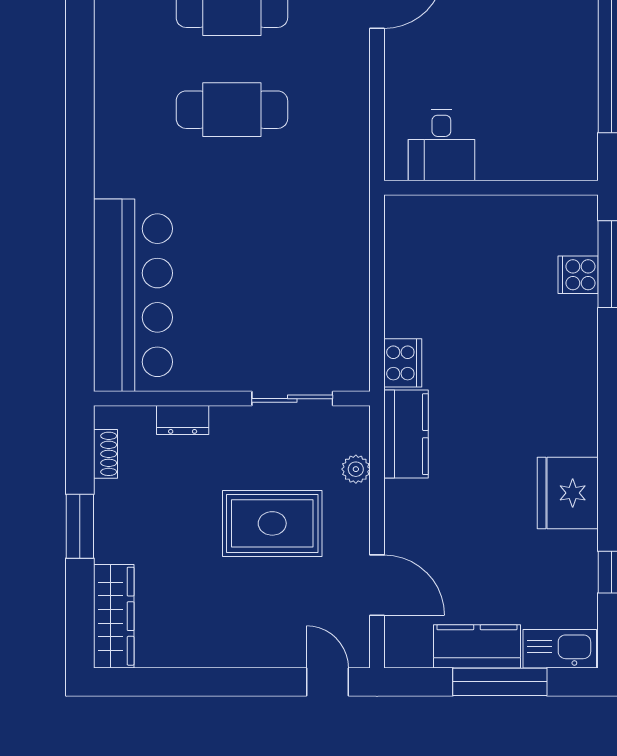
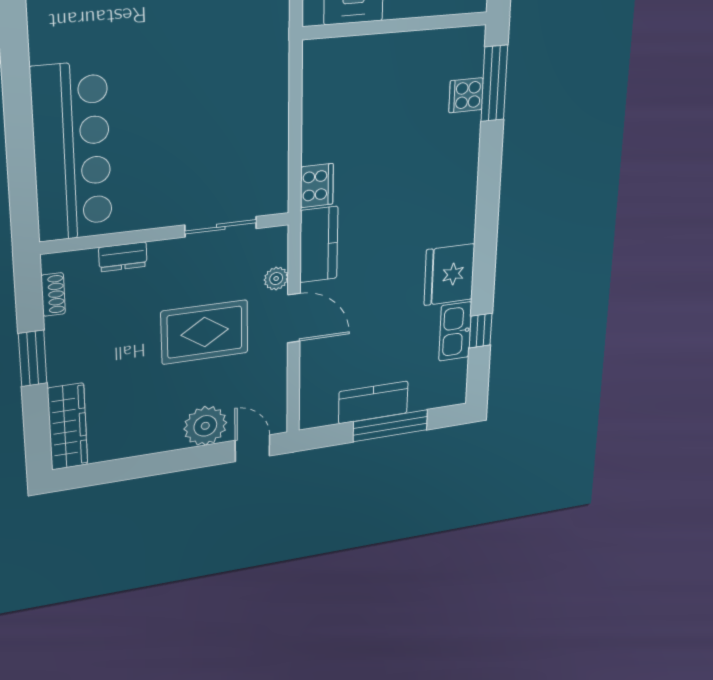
door: (377, 585) -> (294, 318), moved
plant: (271, 642) -> (205, 426), added
kitchen sink: (560, 649) -> (455, 331), moved, turned -90

